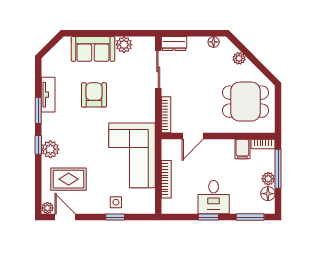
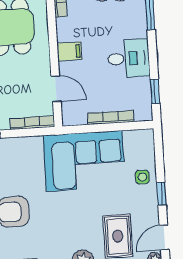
filing cabinet: (242, 149) -> (69, 51), moved
window: (115, 217) -> (161, 194), moved
window: (209, 217) -> (155, 91), moved

